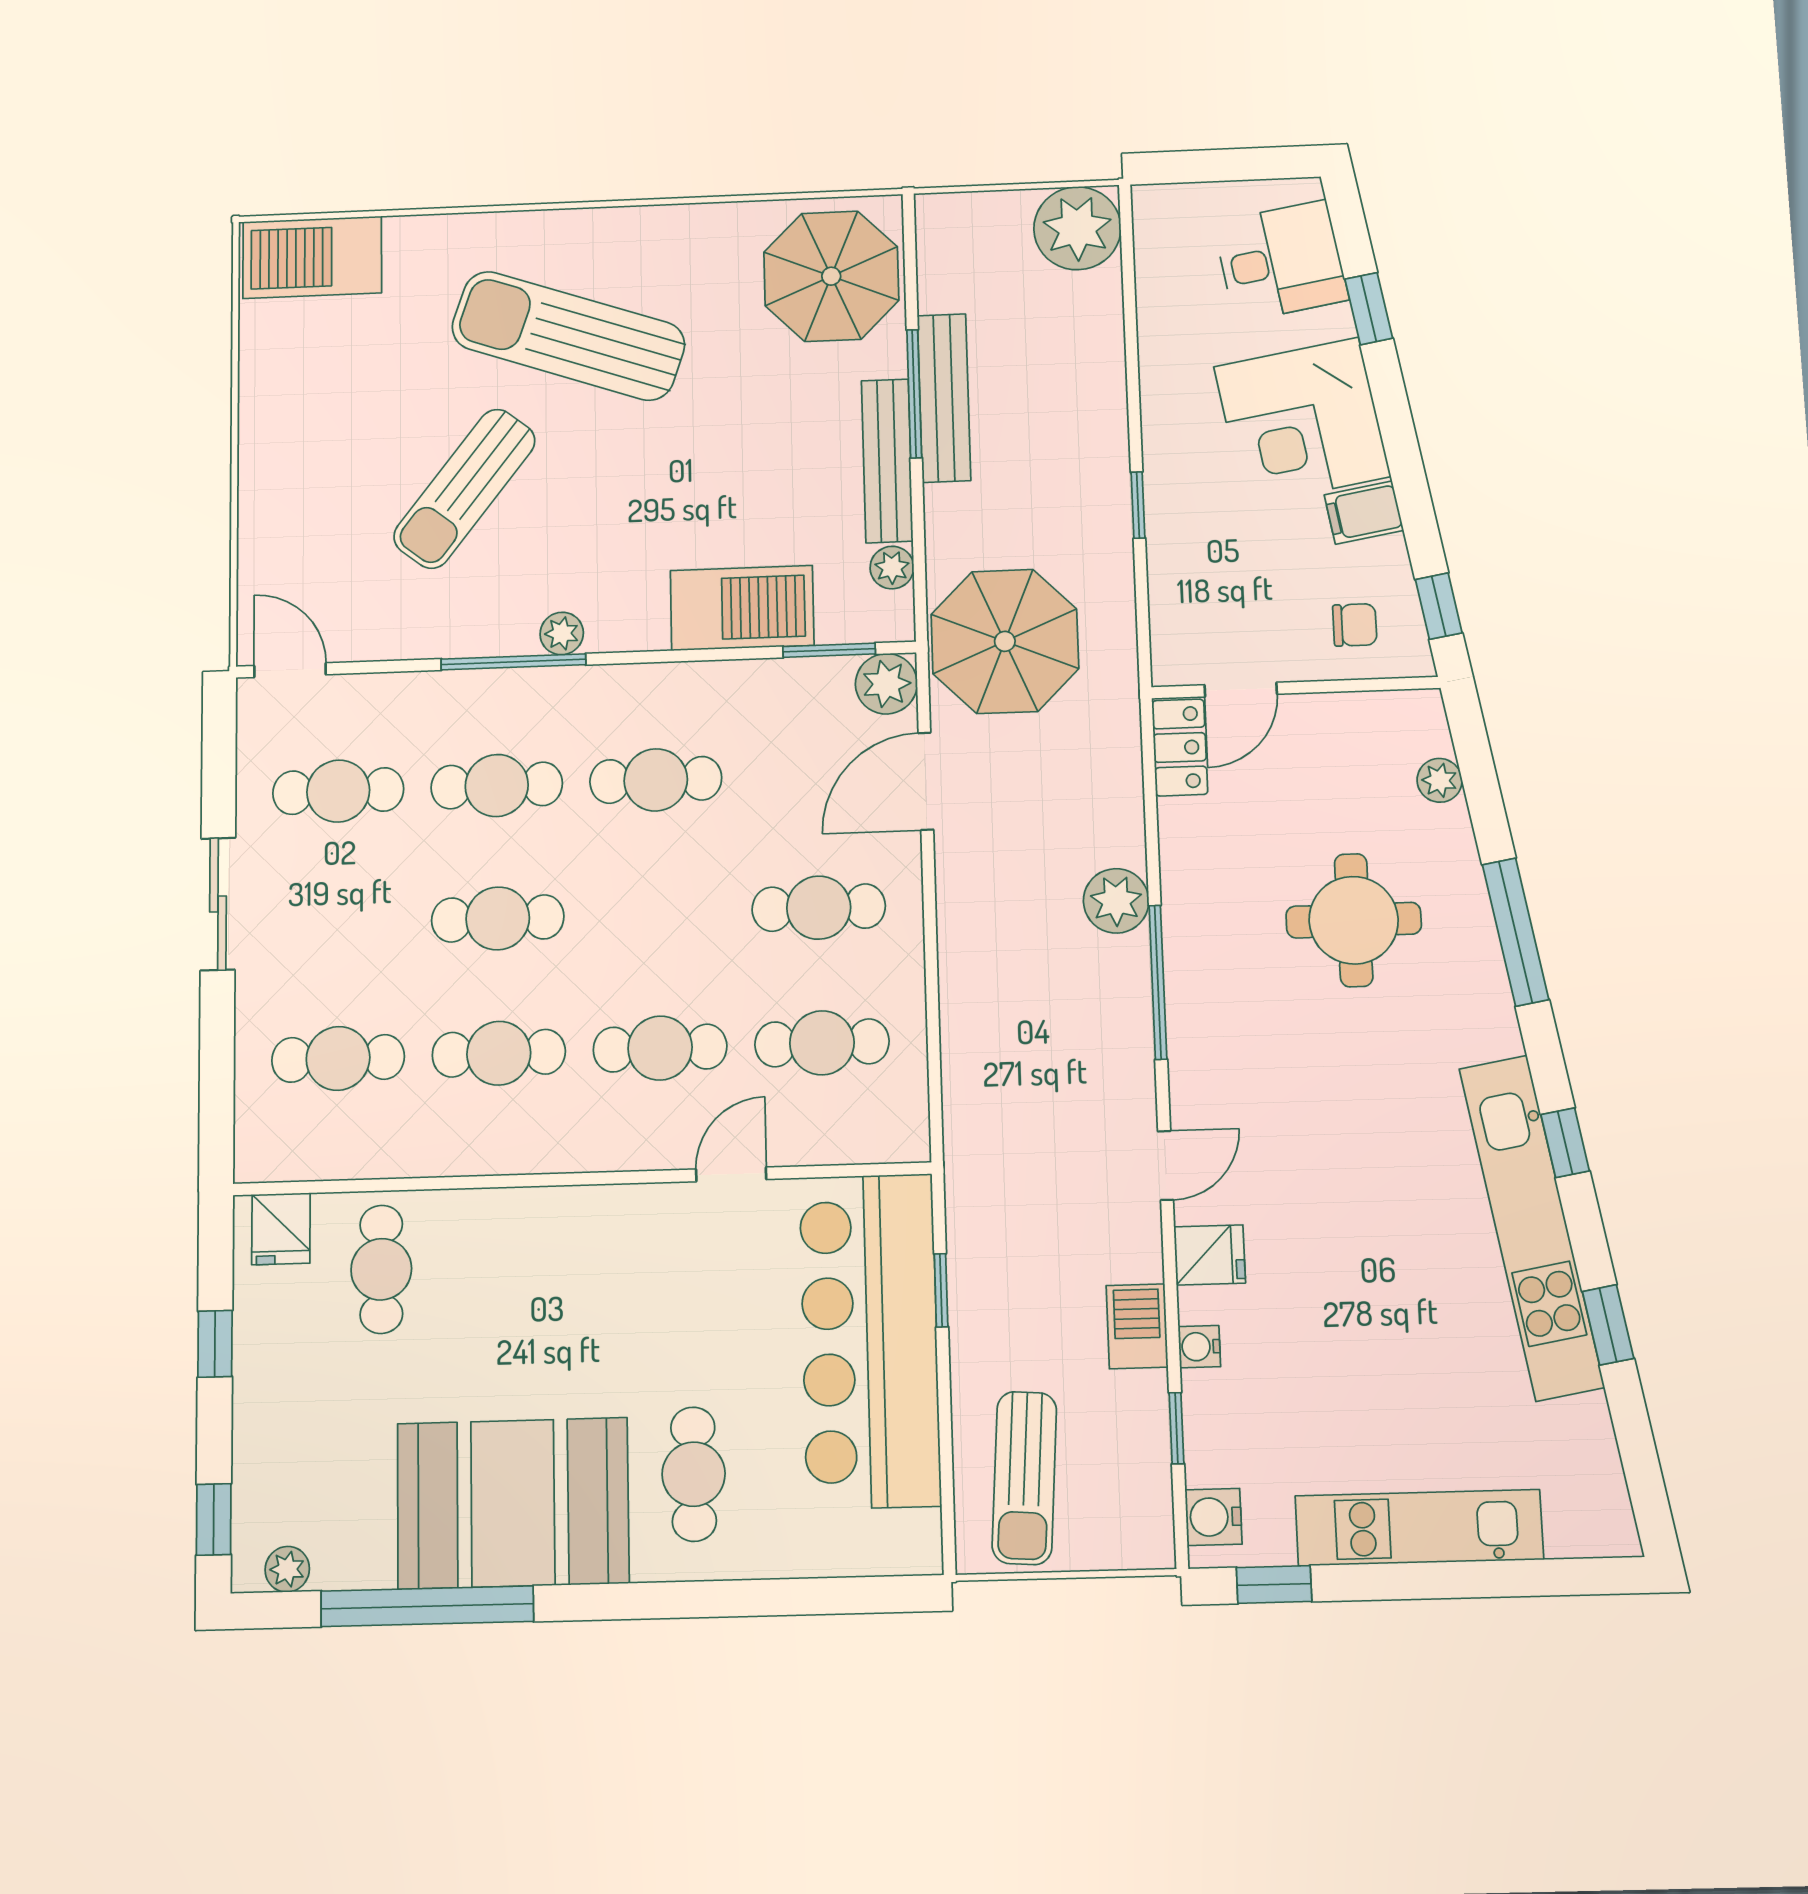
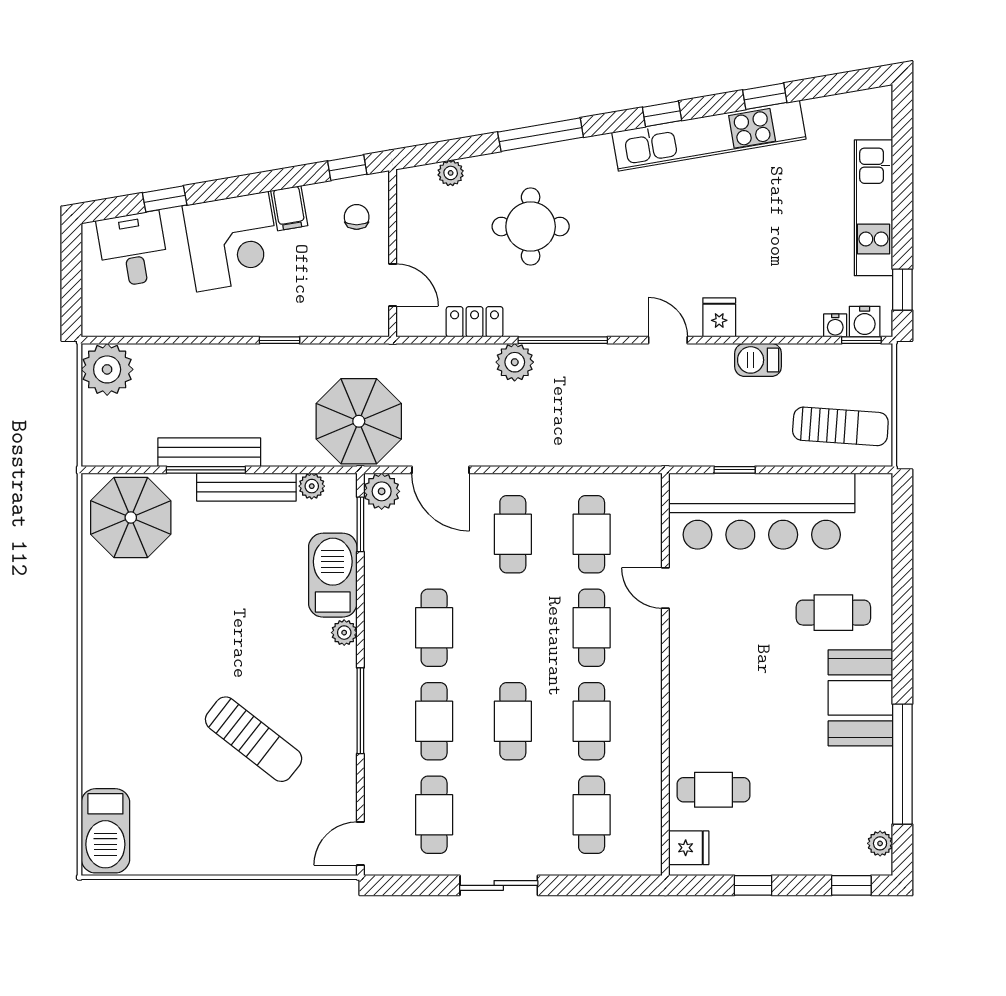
sun lounger: (568, 336) -> (161, 676), removed
plant: (562, 633) -> (344, 633), moved
locker: (1180, 747) -> (475, 322), moved
water cooler: (1199, 1347) -> (835, 325), moved
window: (1176, 1428) -> (861, 340), moved
booth: (513, 1503) -> (860, 698), width x0.73, depth x0.70

